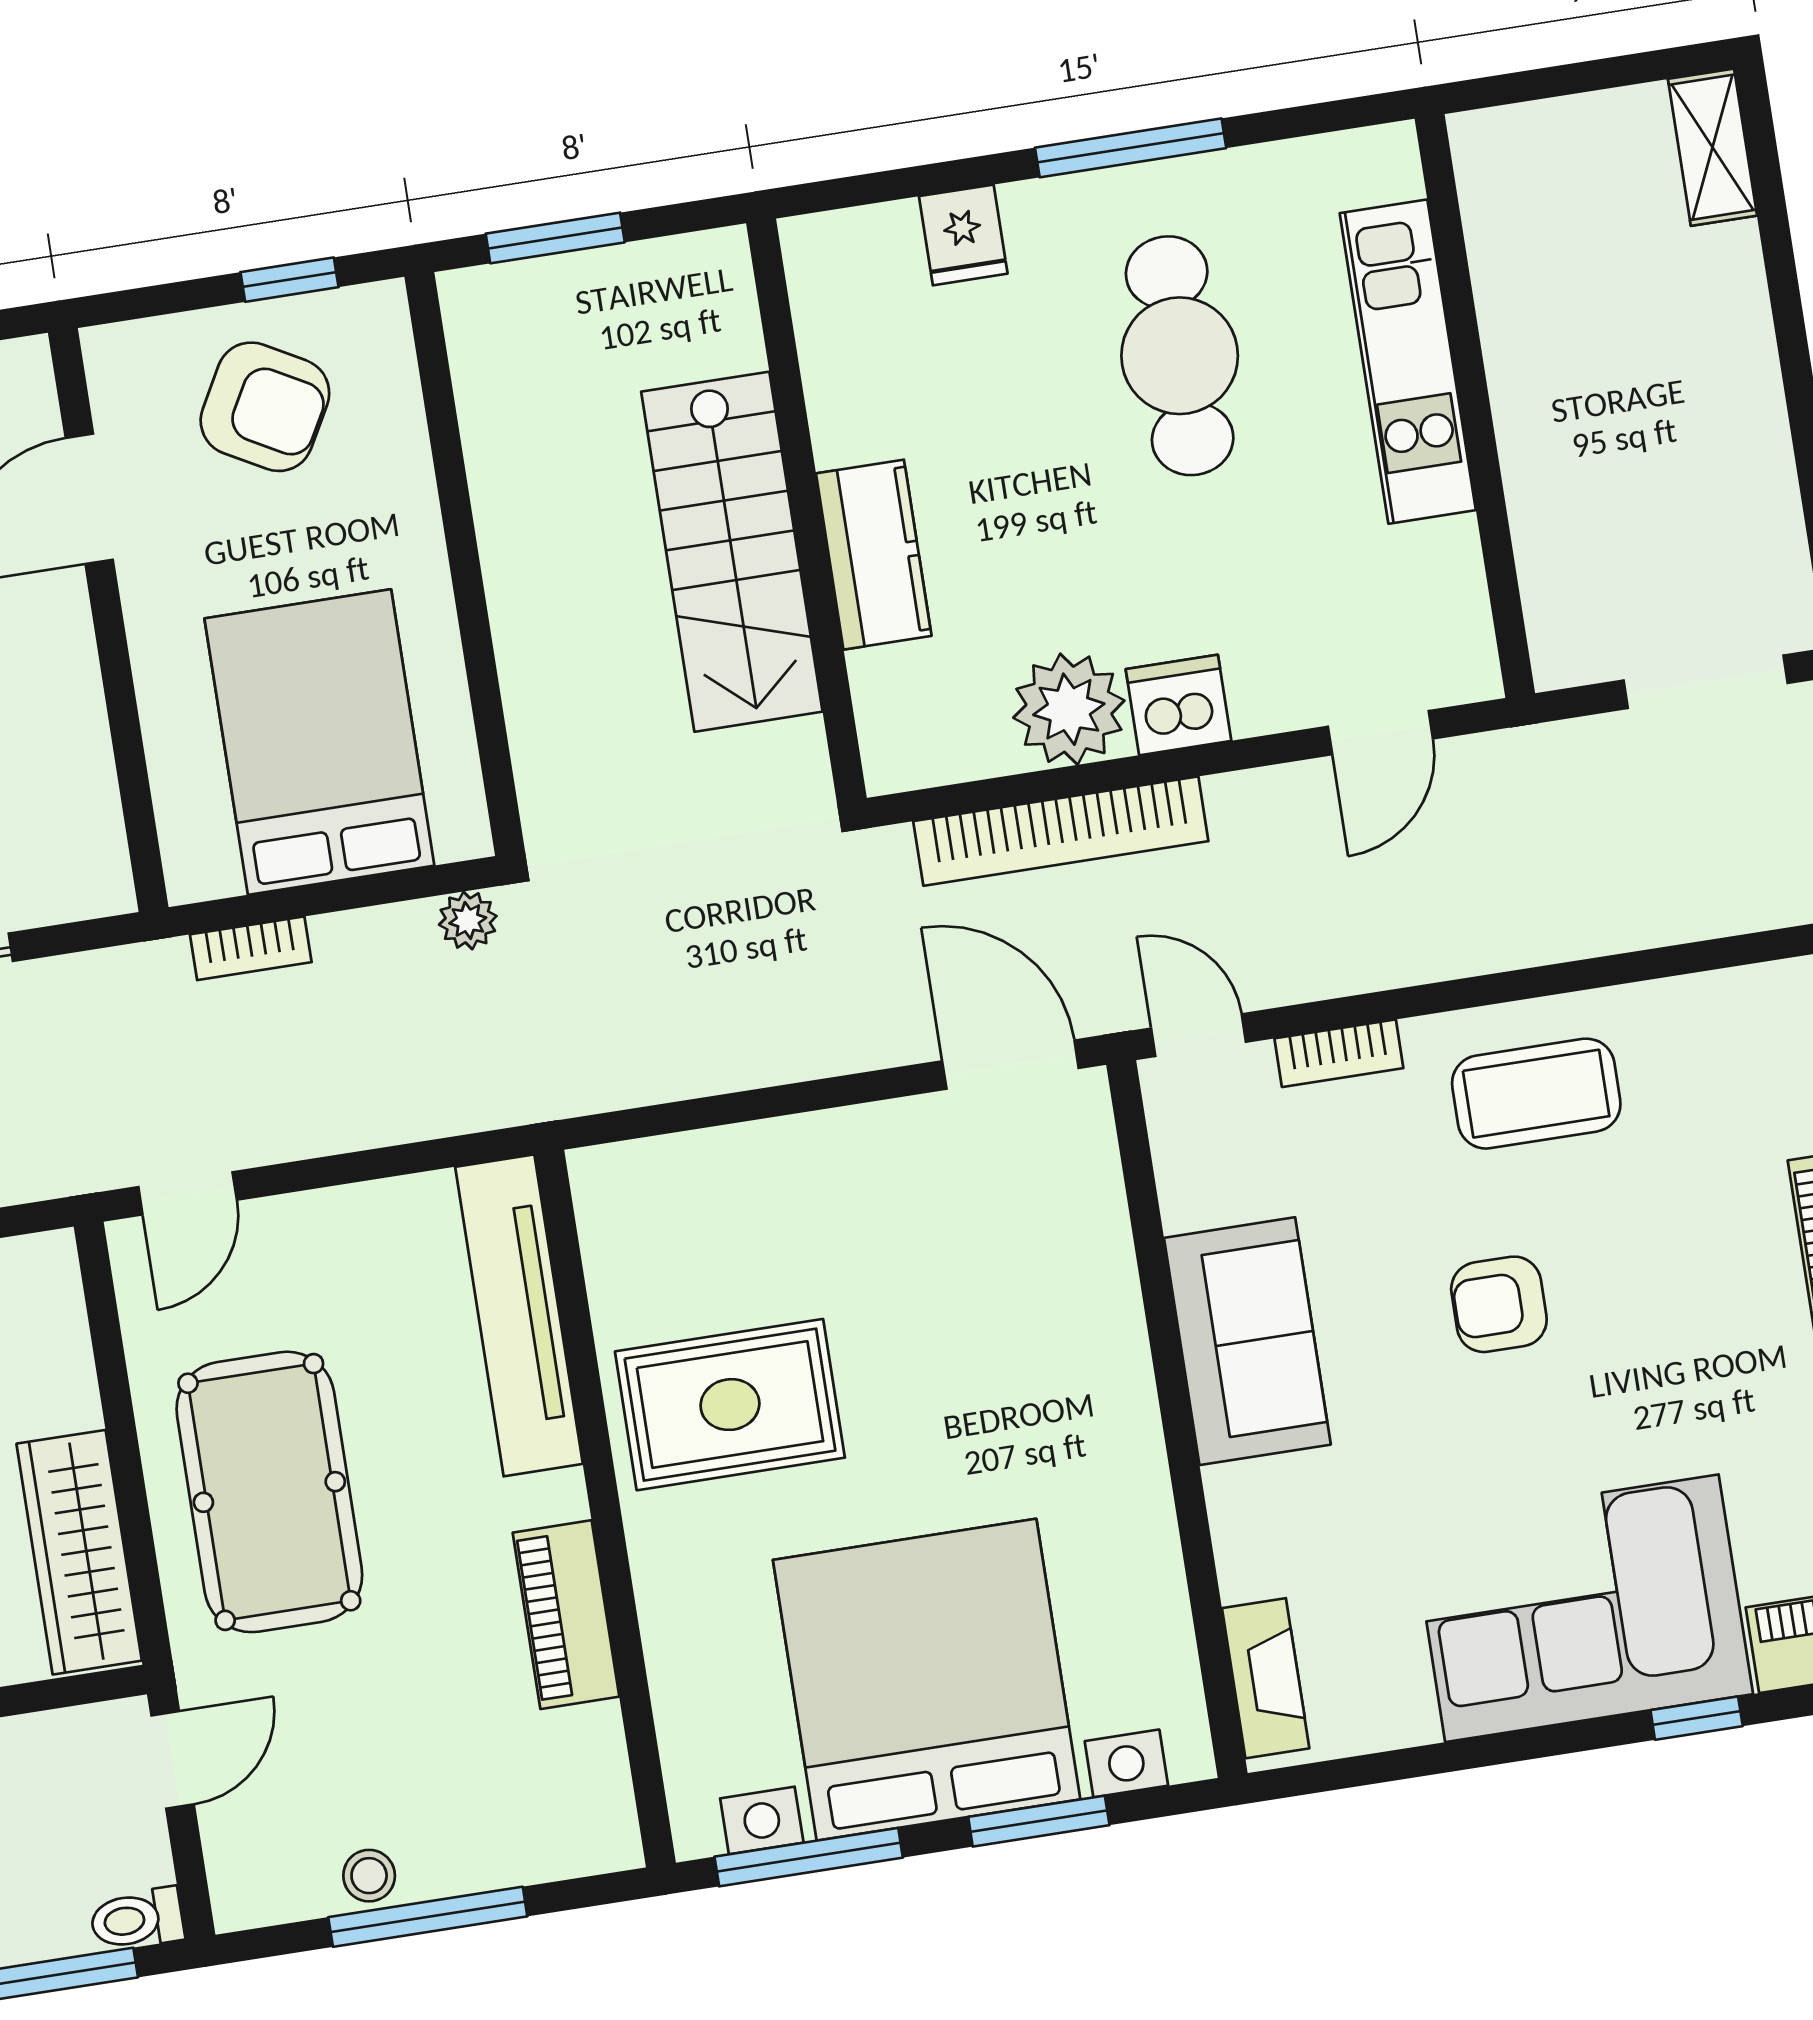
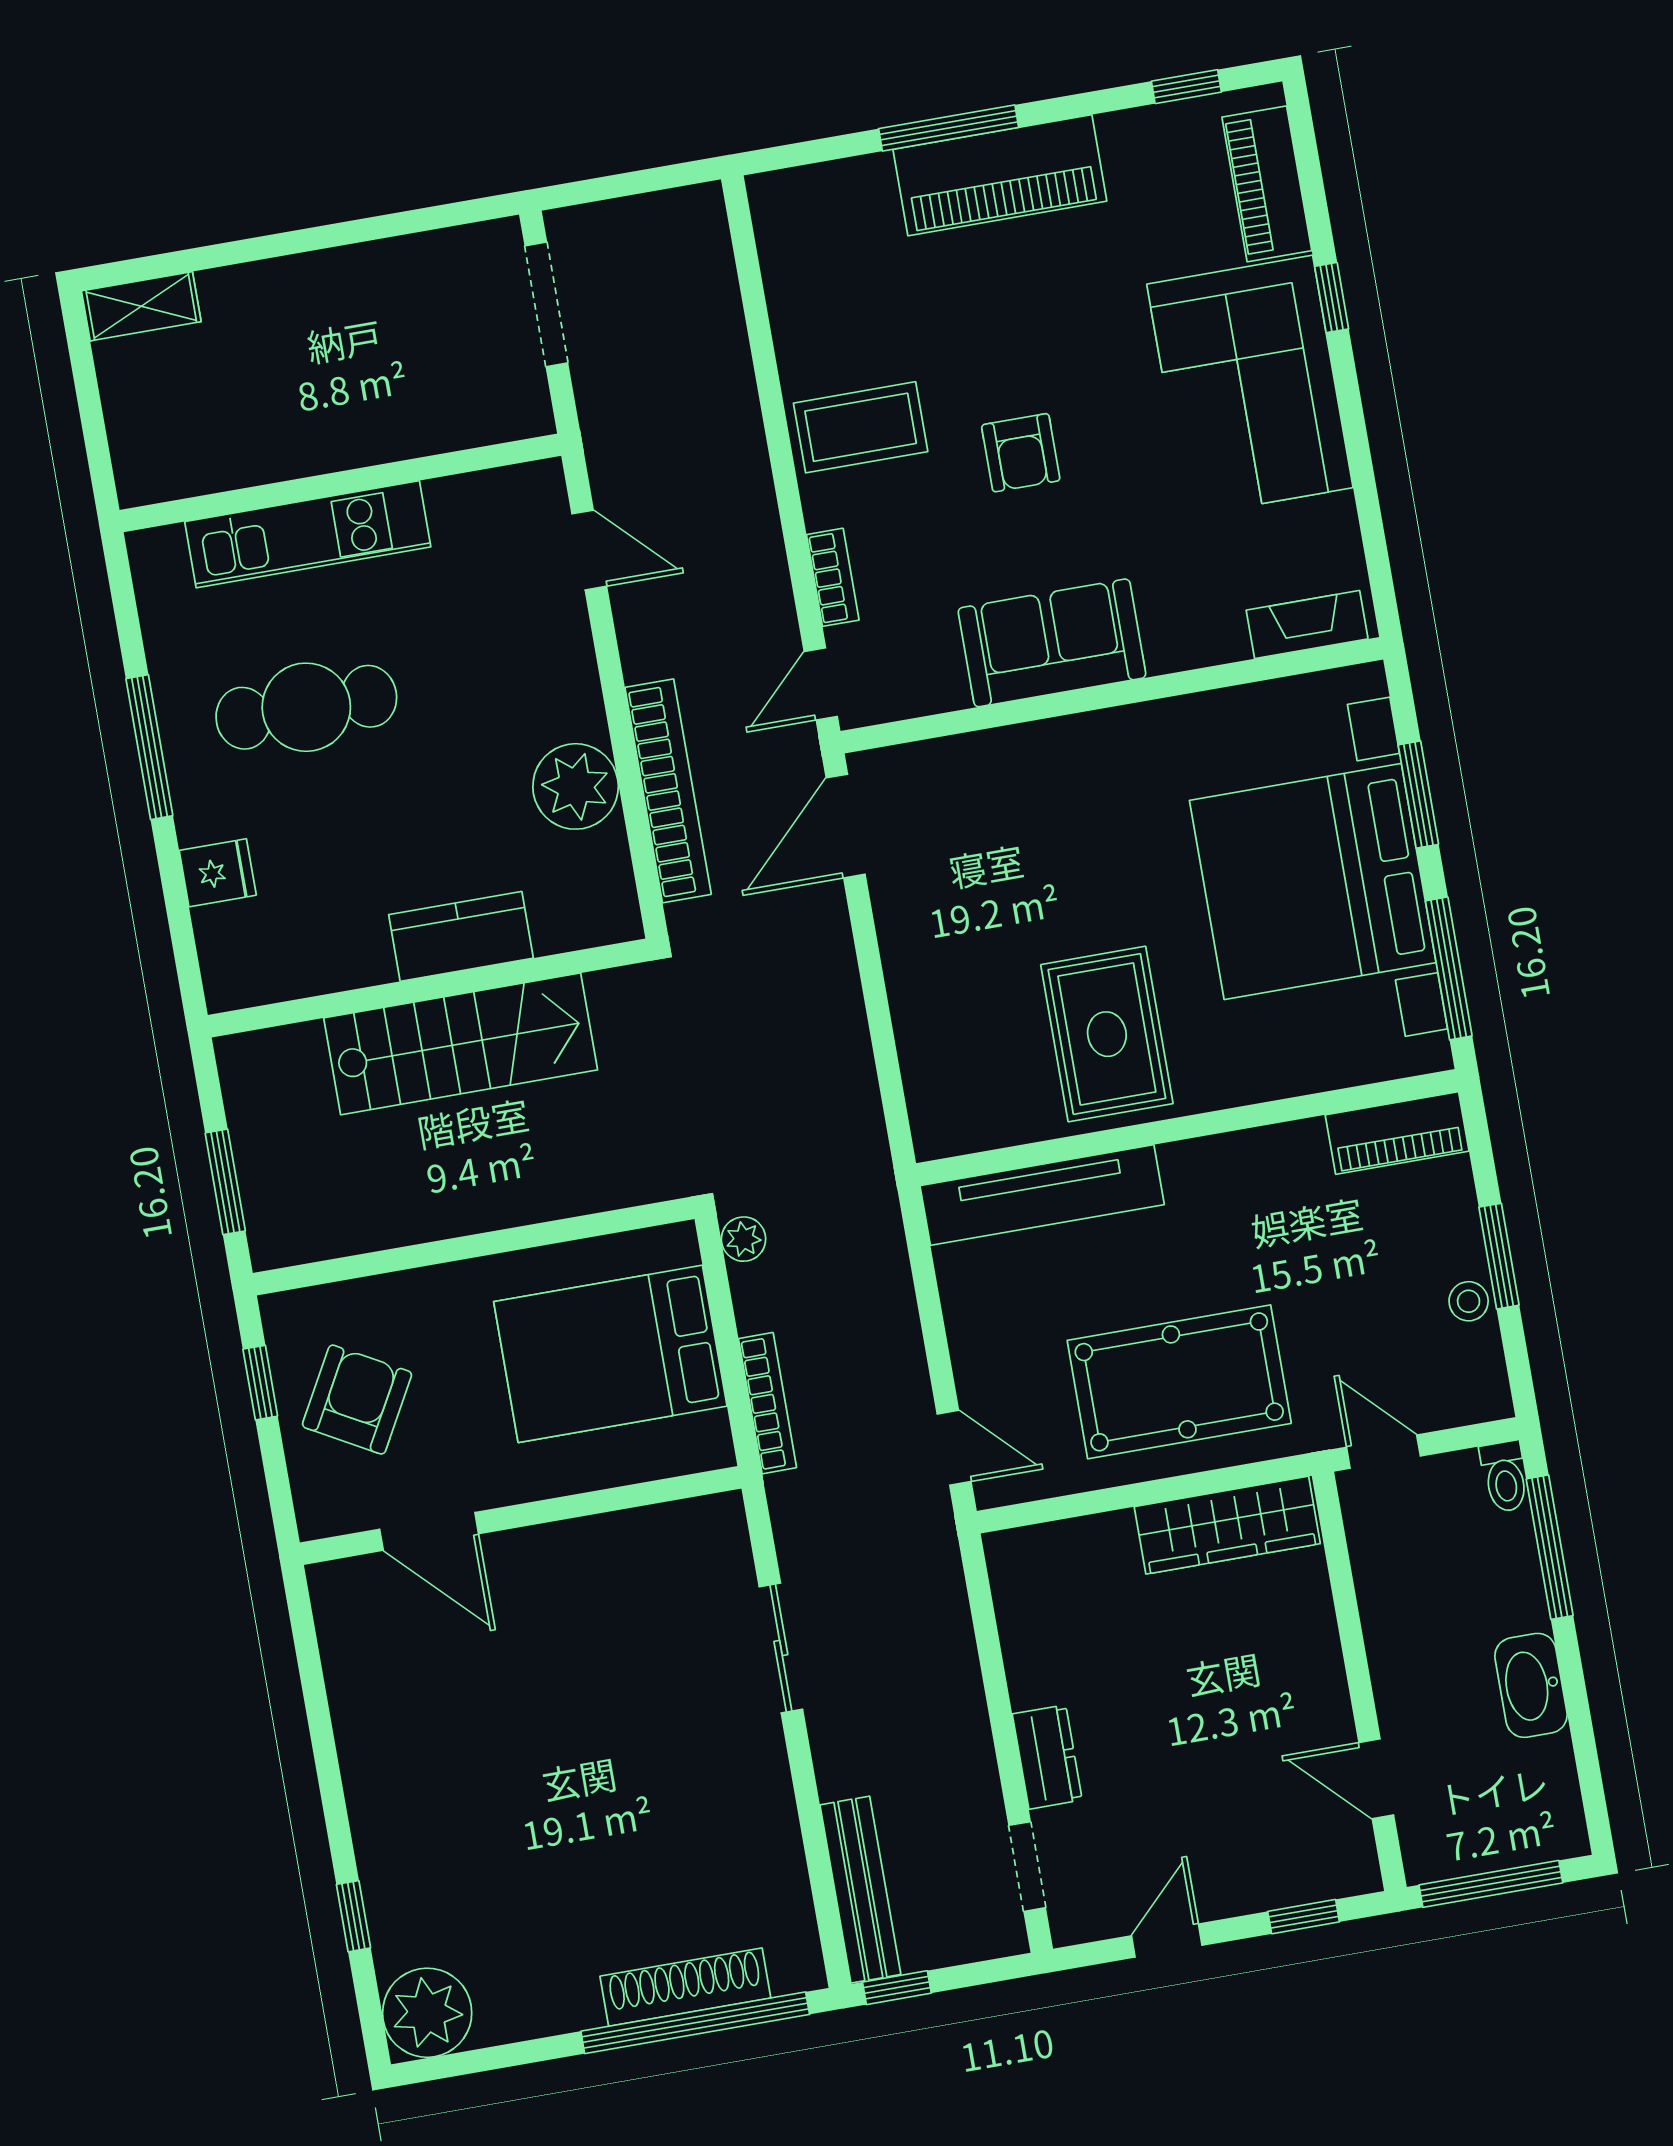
dishwasher: (1179, 705) -> (571, 703), removed
bookcase: (251, 948) -> (768, 1403), width x1.56
coffee table: (1536, 1094) -> (861, 427), turned 90
piano: (566, 1615) -> (1397, 1133), moved
window: (428, 1917) -> (1499, 1256), width x0.69

